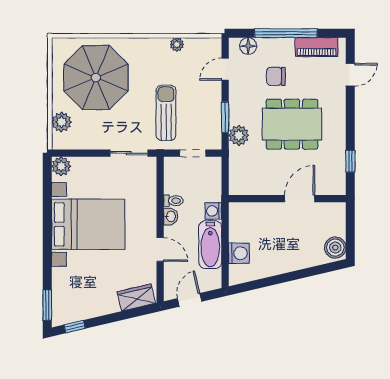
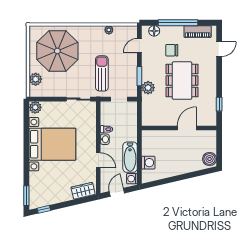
dining table: (292, 124) -> (182, 81), turned 90
washing machine: (213, 211) -> (132, 179), moved

